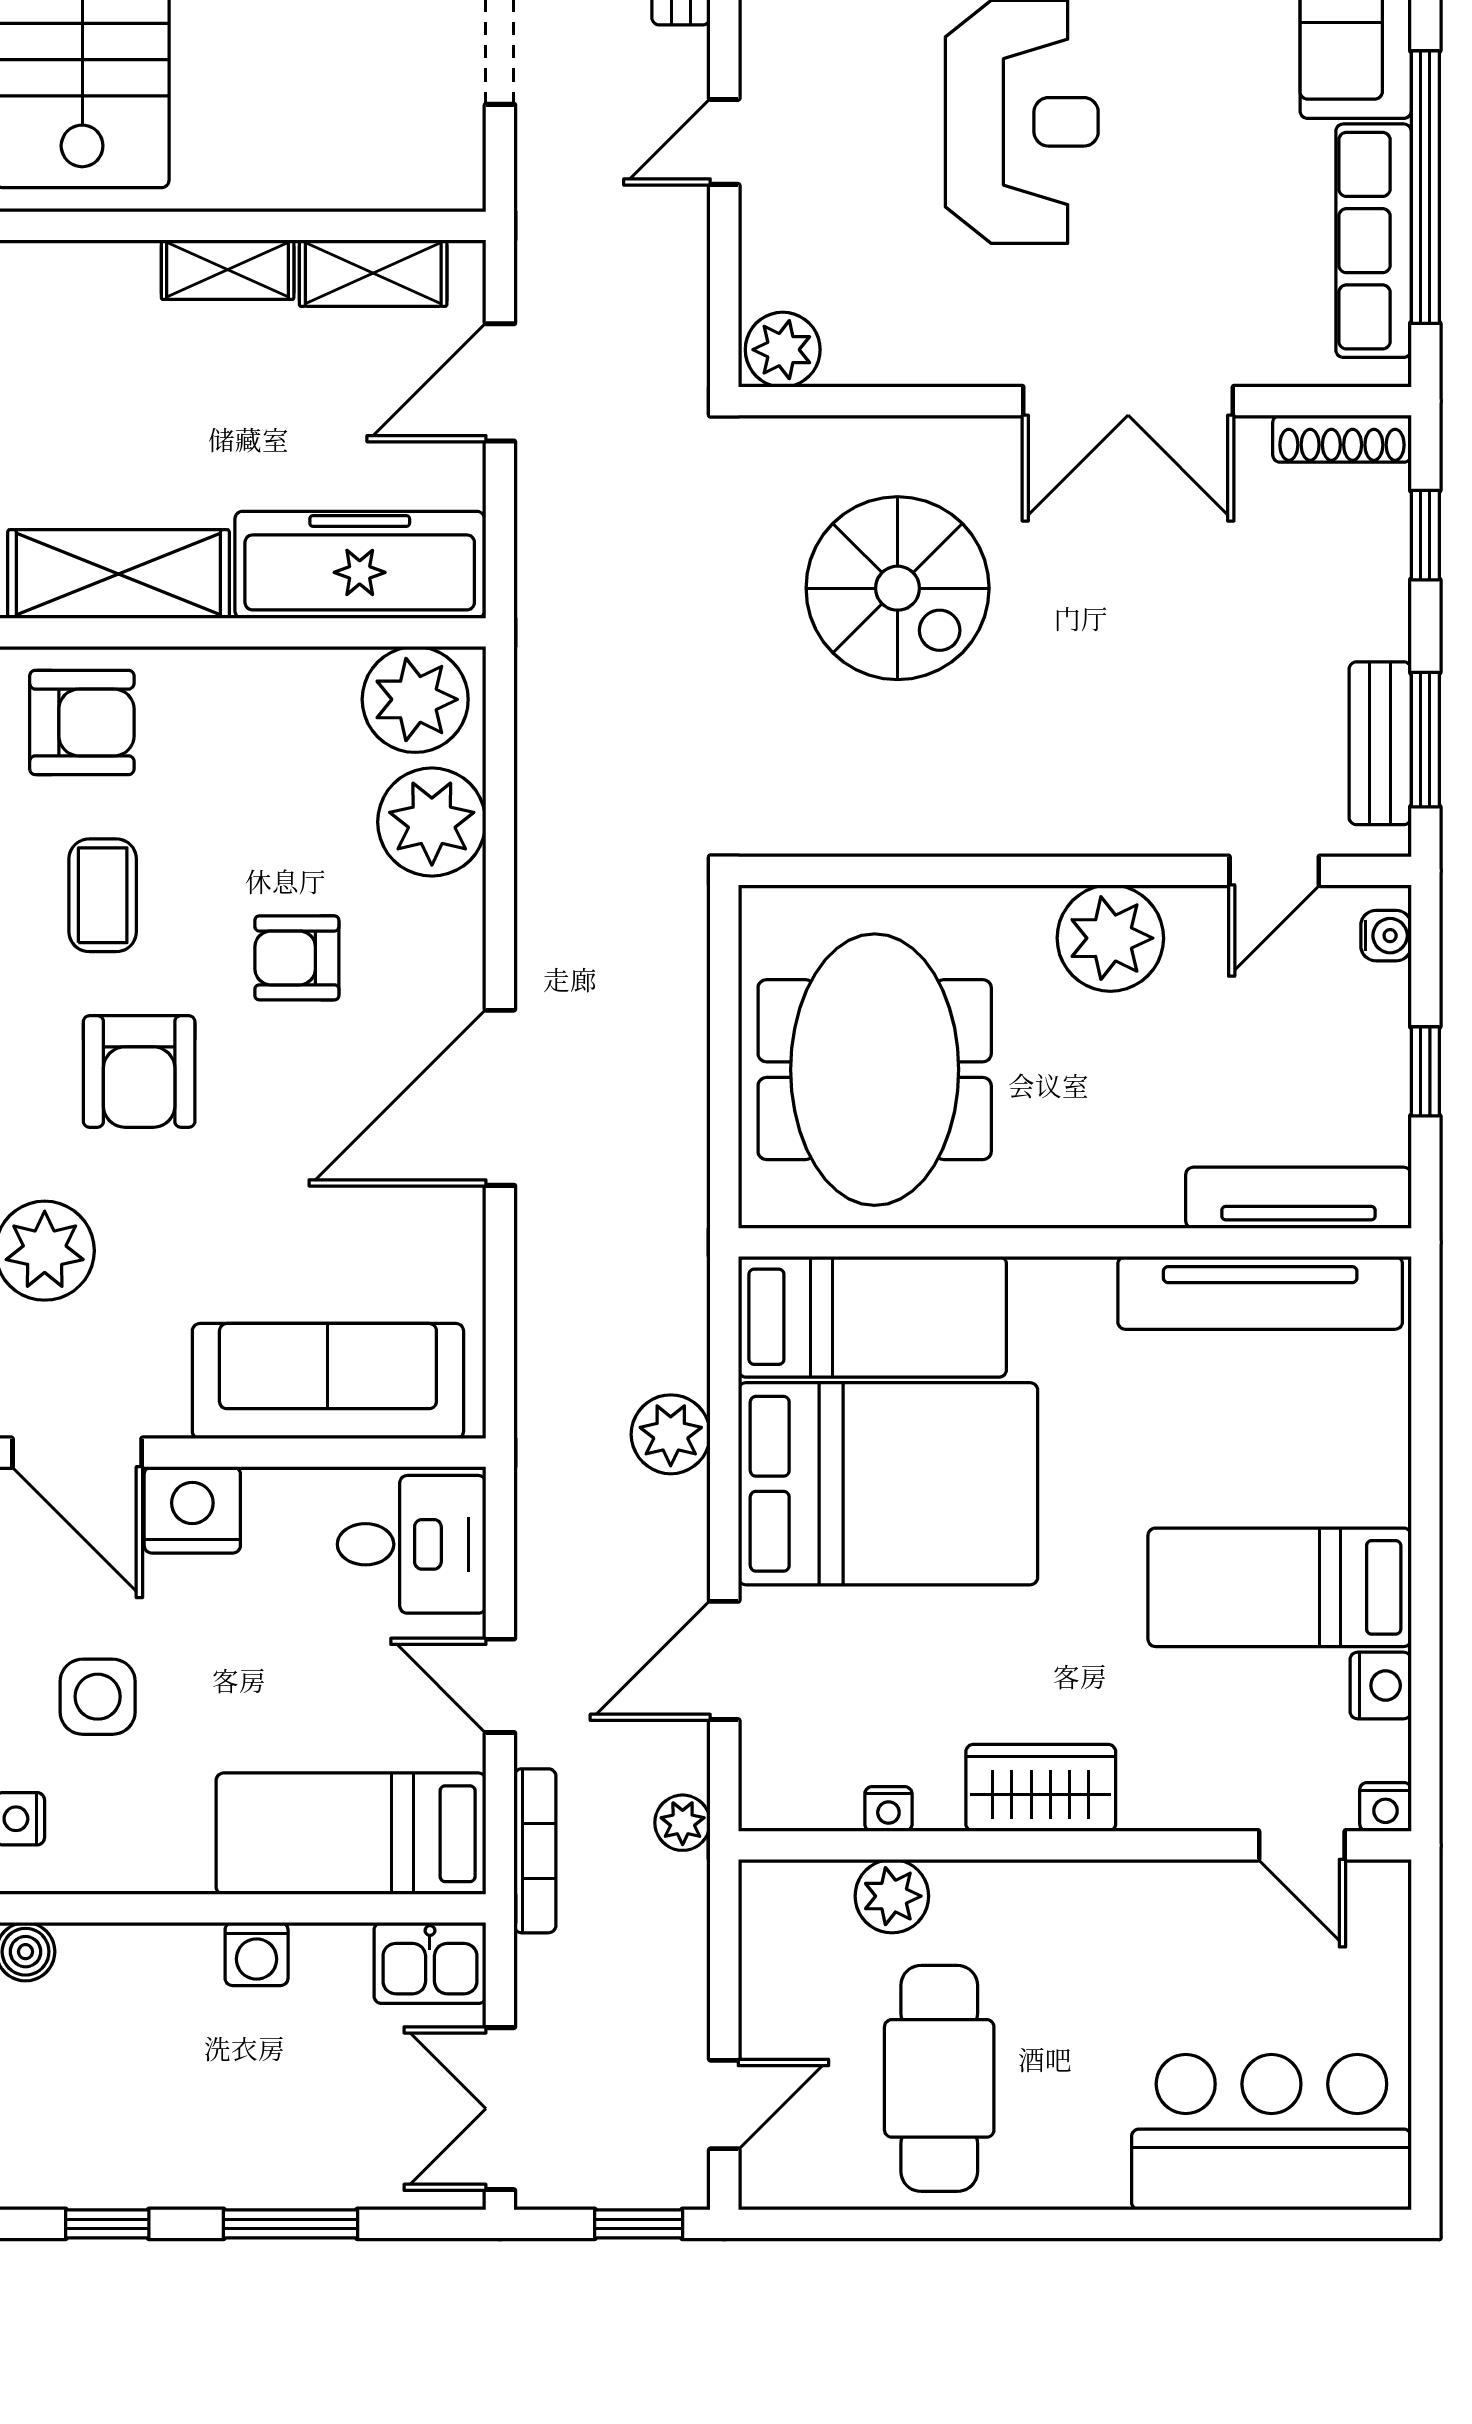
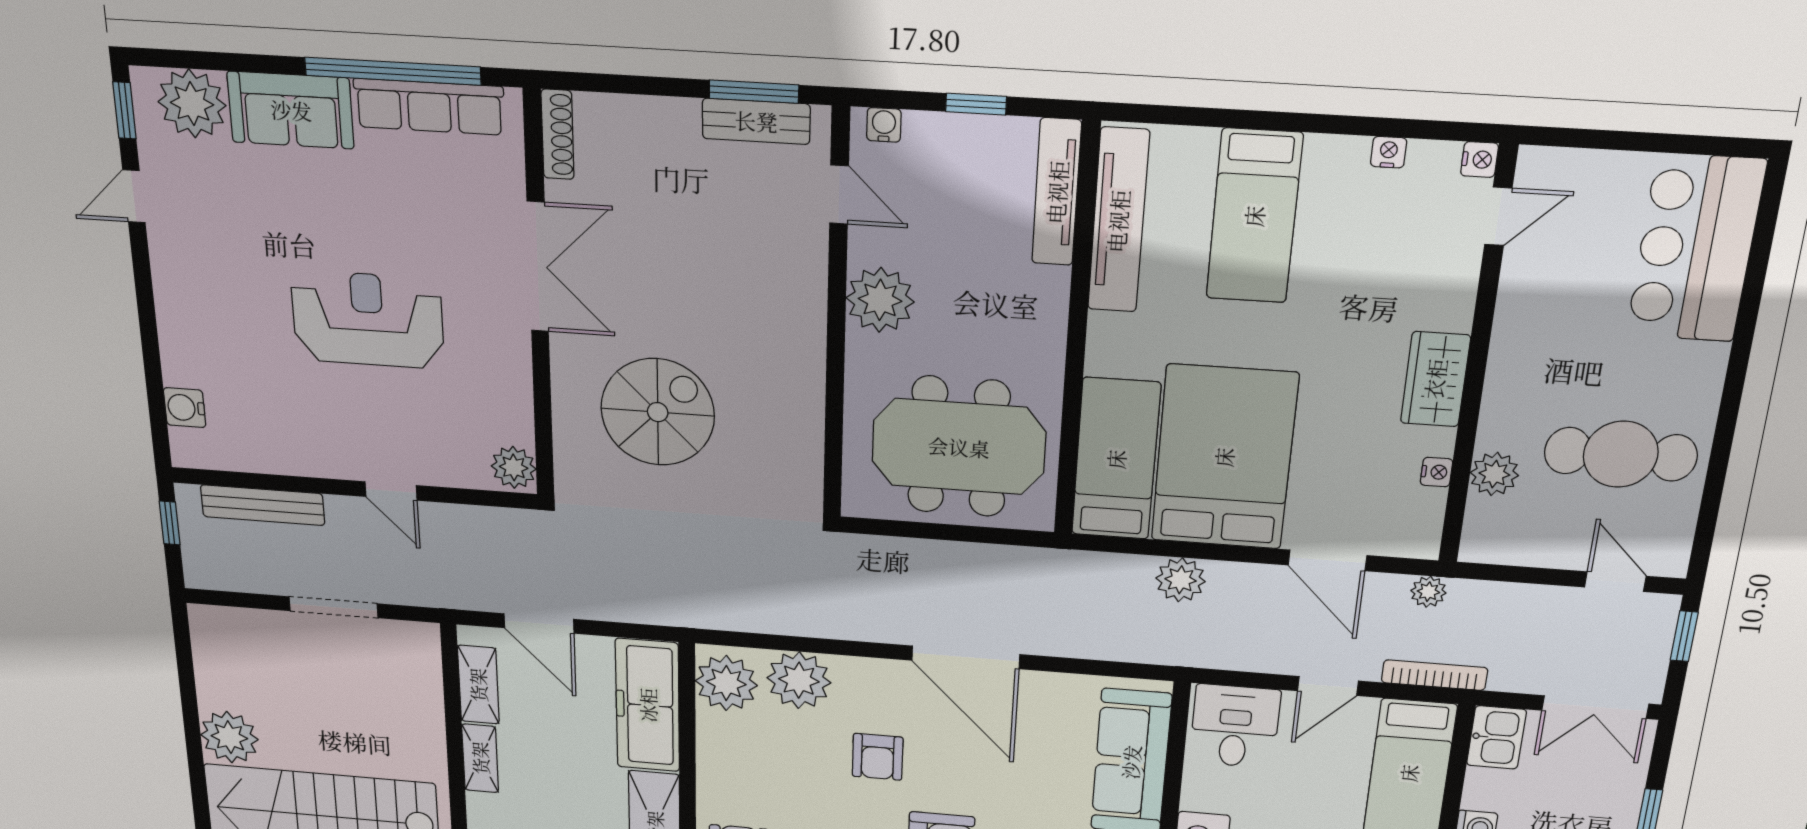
window: (1425, 535) -> (619, 84), removed
bed: (1280, 1587) -> (1254, 216), moved
nightstand: (1381, 1686) -> (1389, 152), width x0.72, depth x0.74

